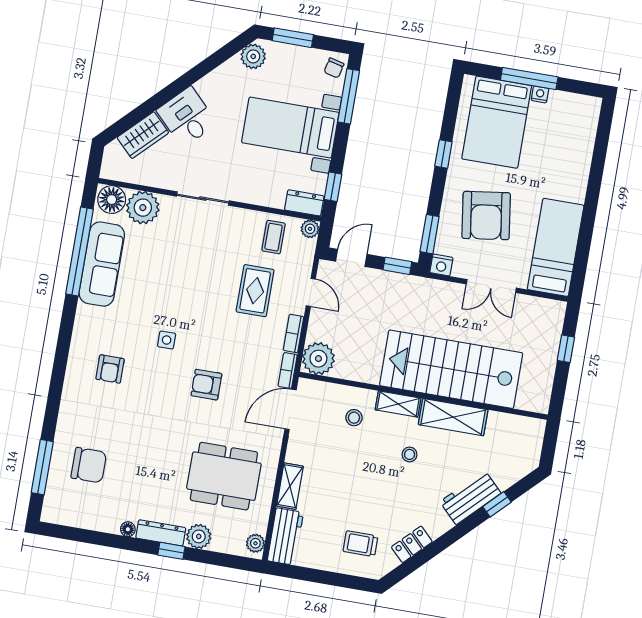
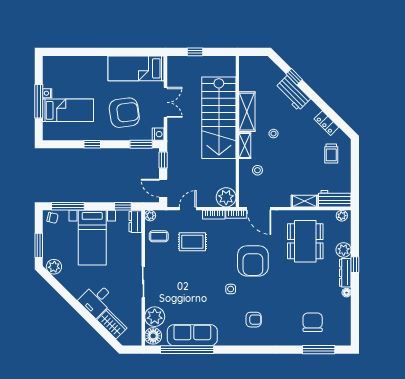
bed: (497, 122) -> (68, 110), width x0.67
armchair: (206, 385) -> (253, 261), width x1.88, depth x1.88

